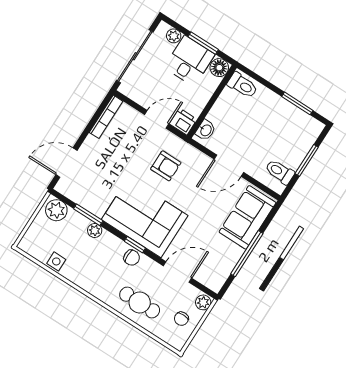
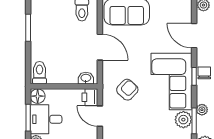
armchair: (166, 166) -> (127, 90), turned 43
plant: (97, 204) -> (183, 120), added

